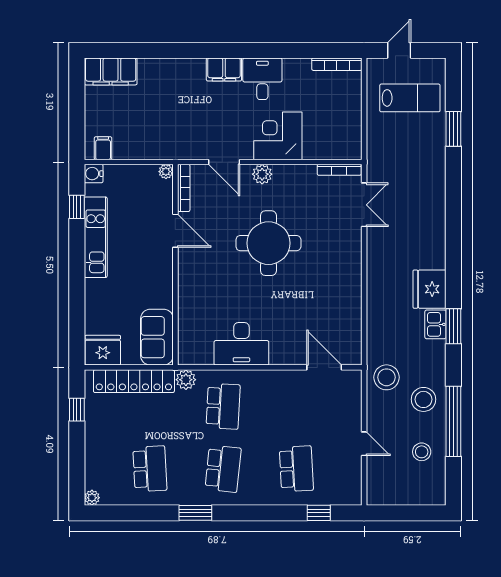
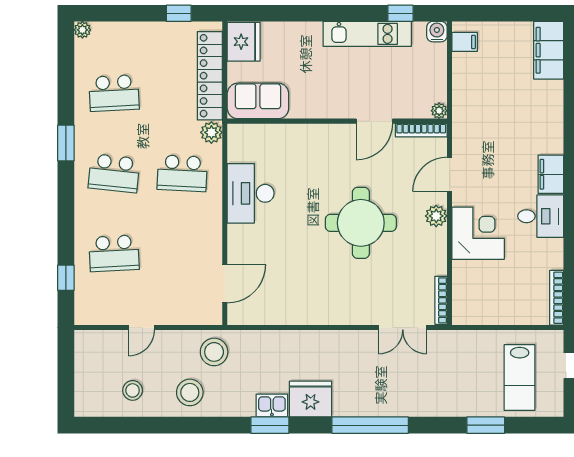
window: (453, 421) -> (370, 425), moved

